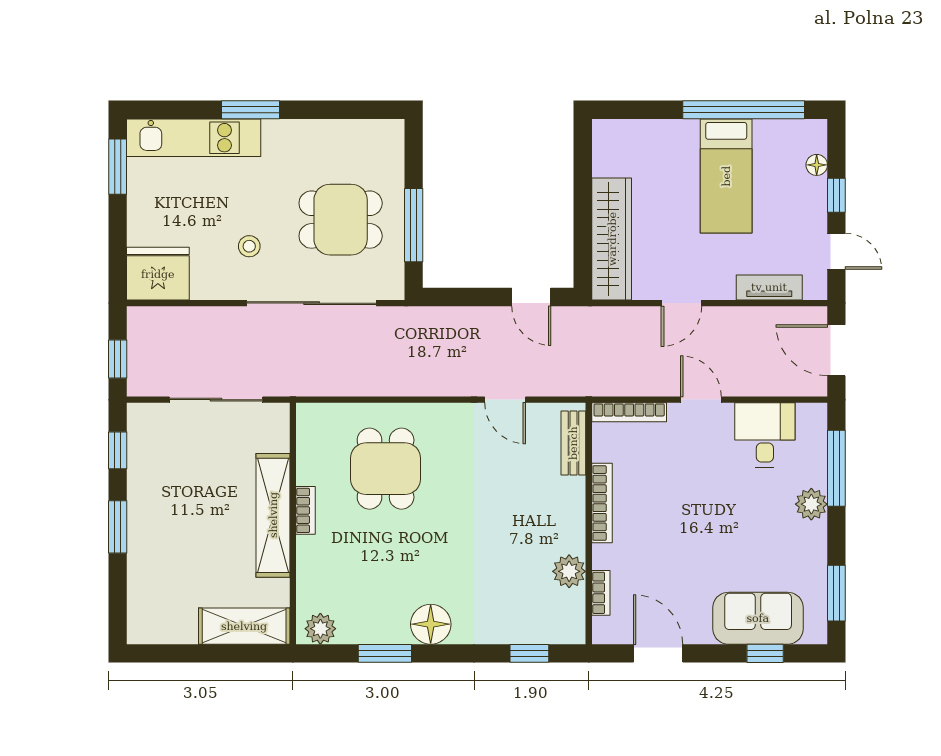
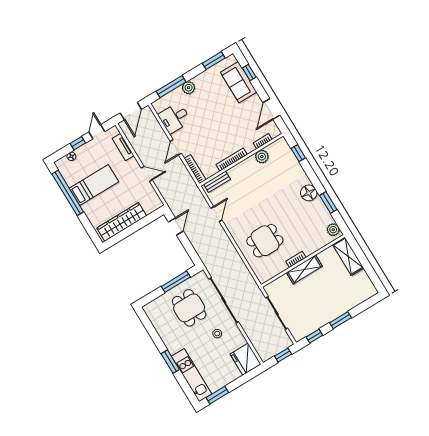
wardrobe: (612, 239) -> (122, 222), moved
shelving: (273, 515) -> (304, 269), width x0.68

